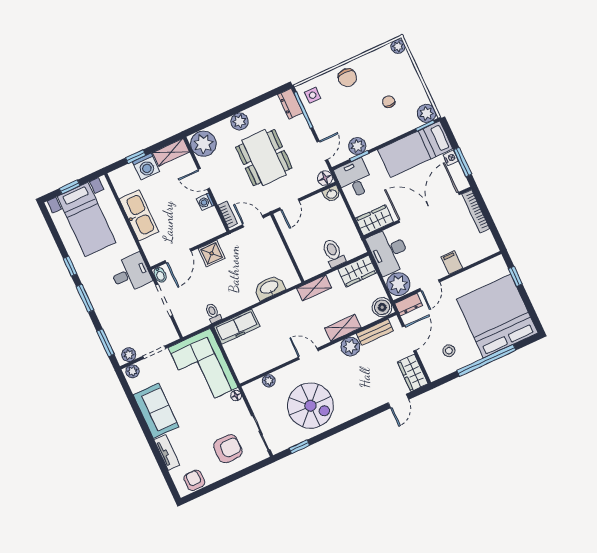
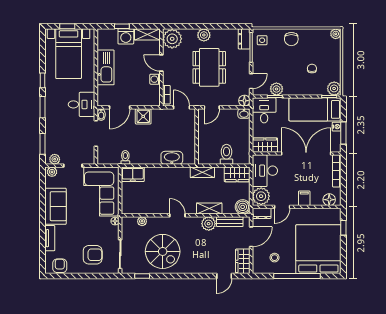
floor lamp: (483, 250) -> (329, 200), added
freezer: (237, 327) -> (133, 174), width x0.71

